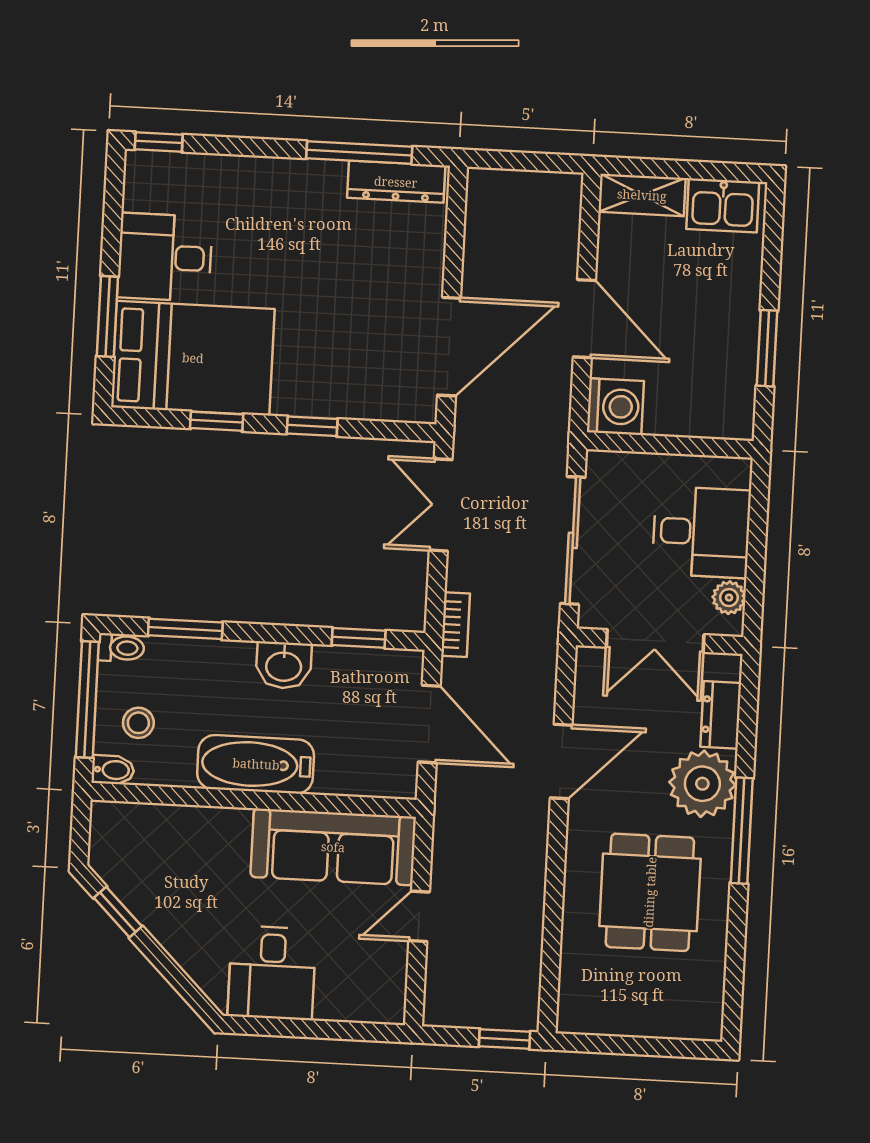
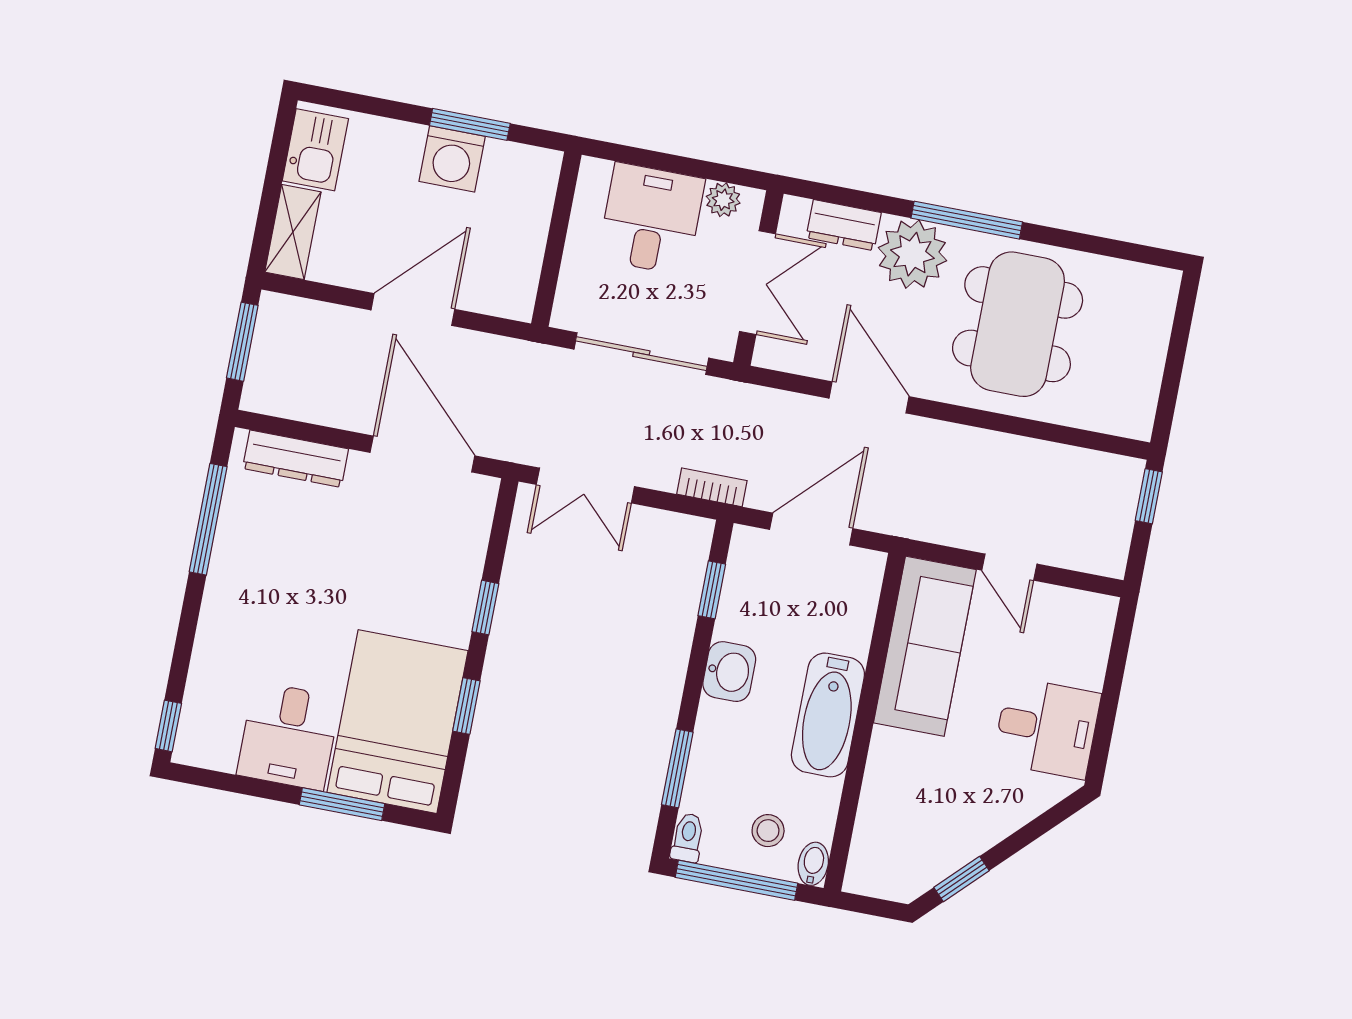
window: (532, 162) -> (242, 342), added
dresser: (396, 182) -> (296, 459), moved, turned 90
washing machine: (615, 407) -> (452, 159), moved, turned 180
dining table: (650, 892) -> (1018, 324), width x1.38

